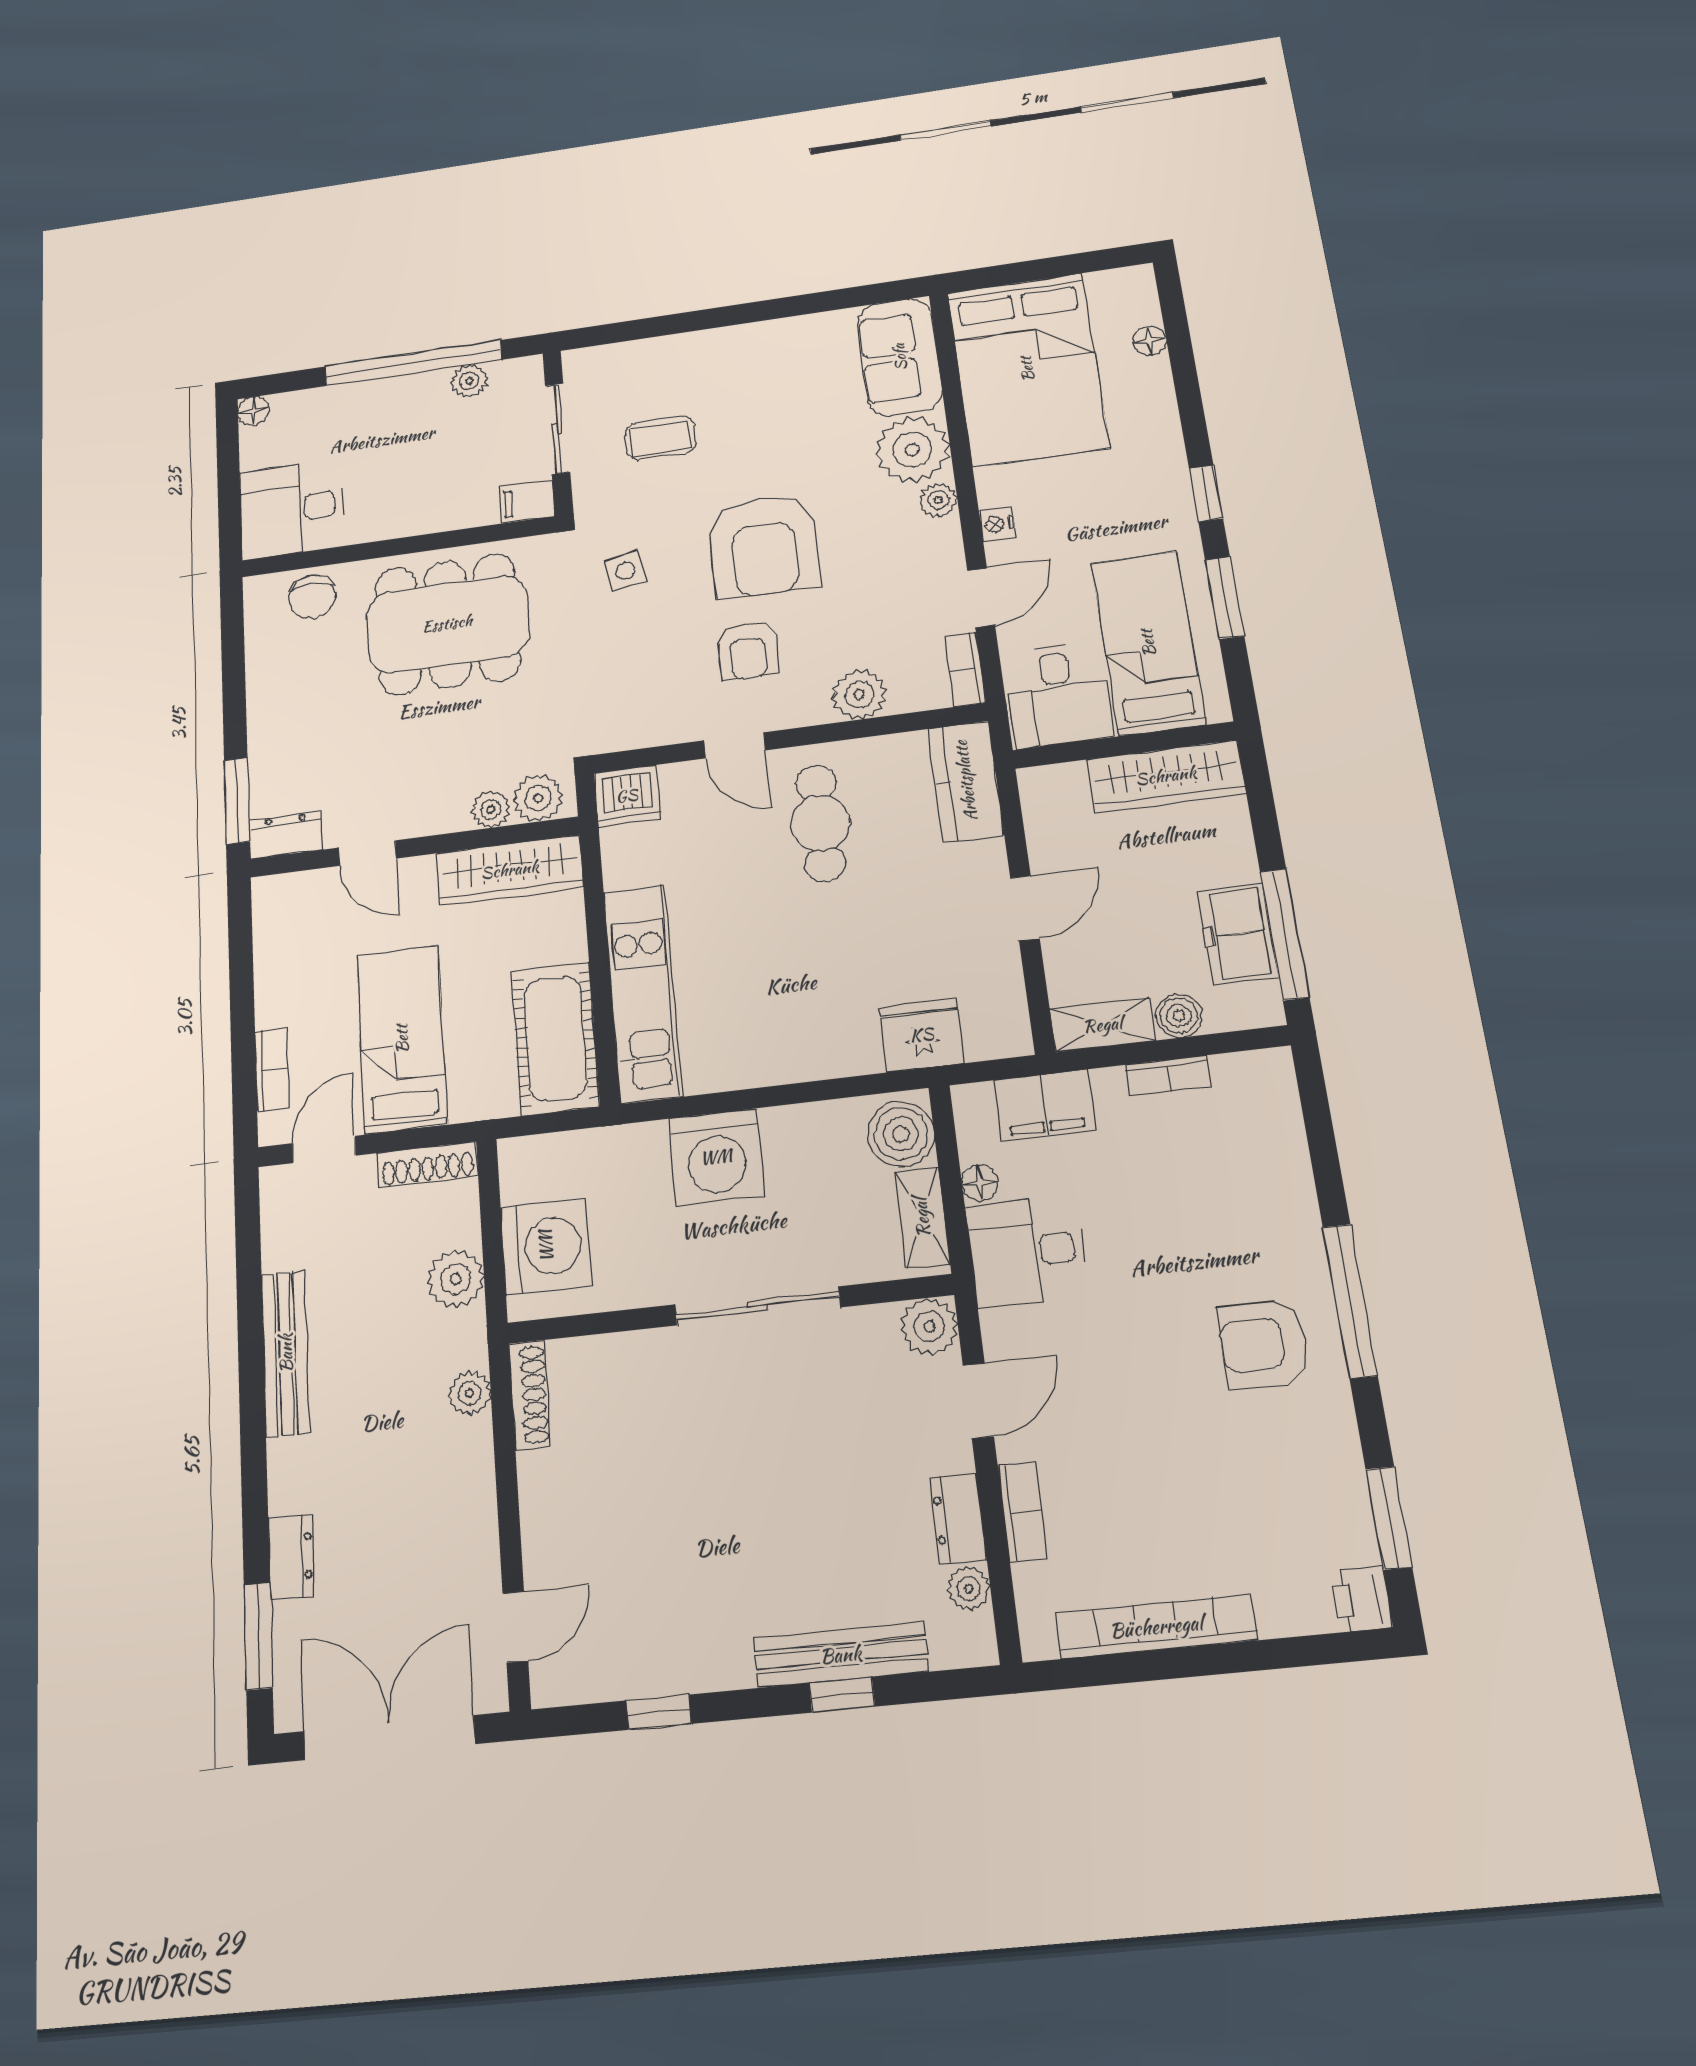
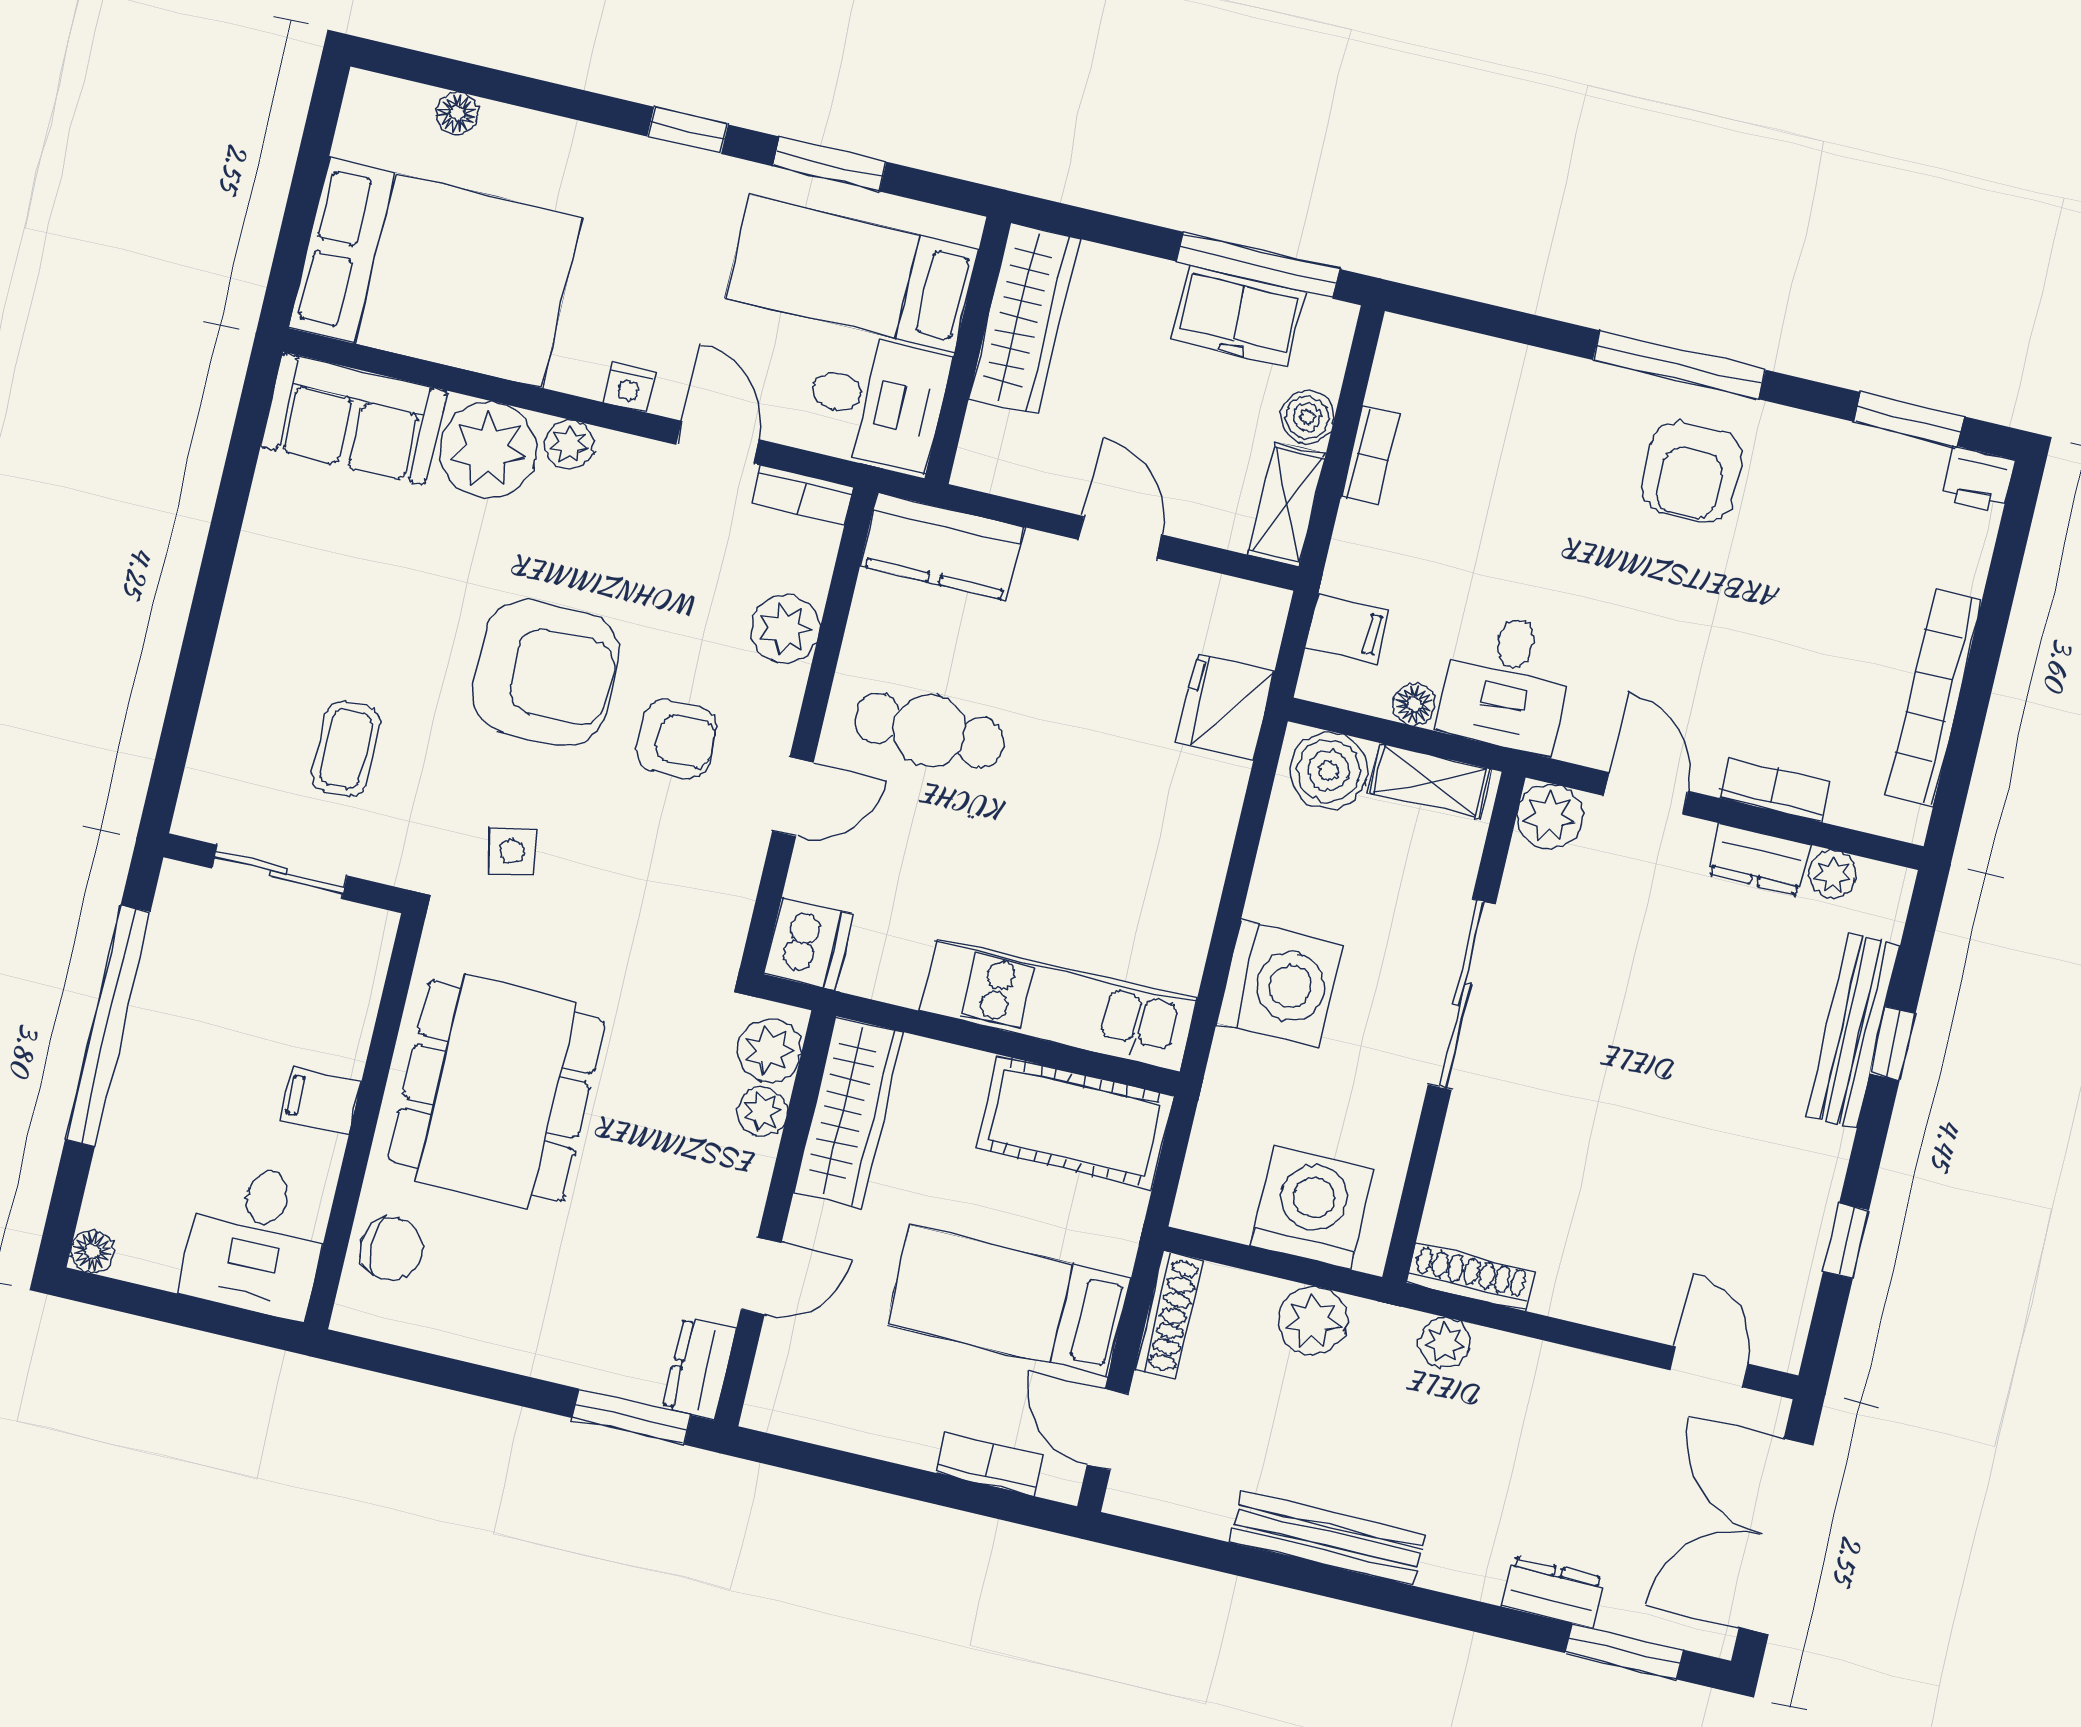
plant: (469, 381) -> (164, 962), removed
filing cabinet: (527, 502) -> (320, 1101), moved, turned 90
filing cabinet: (1044, 1105) -> (1347, 629), width x0.50

